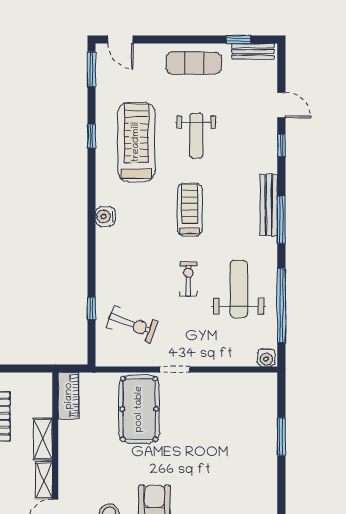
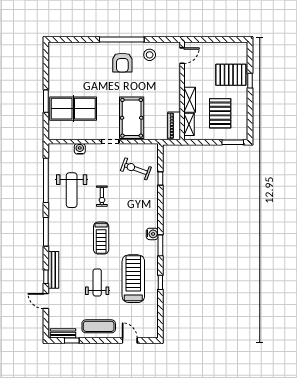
door: (120, 39) -> (130, 341), moved
window: (91, 69) -> (160, 245), moved
treadmill: (136, 142) -> (133, 279), turned 180
bench: (269, 205) -> (53, 270), moved
water cooler: (266, 358) -> (80, 149), moved
table tennis table: (236, 424) -> (73, 109), added
shelving: (44, 480) -> (189, 124), moved

